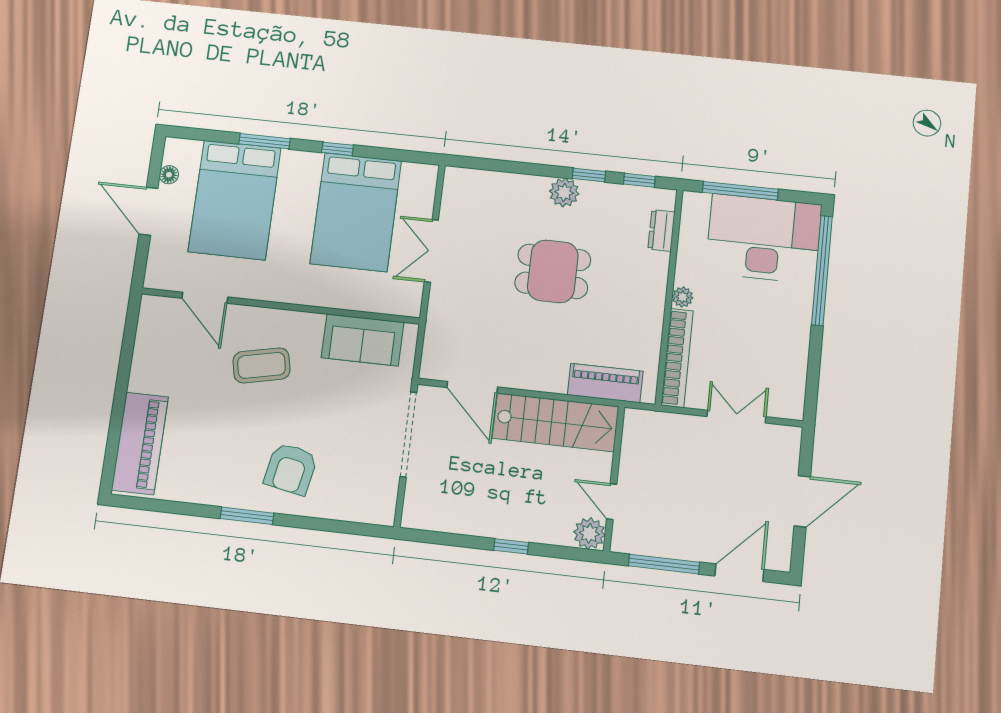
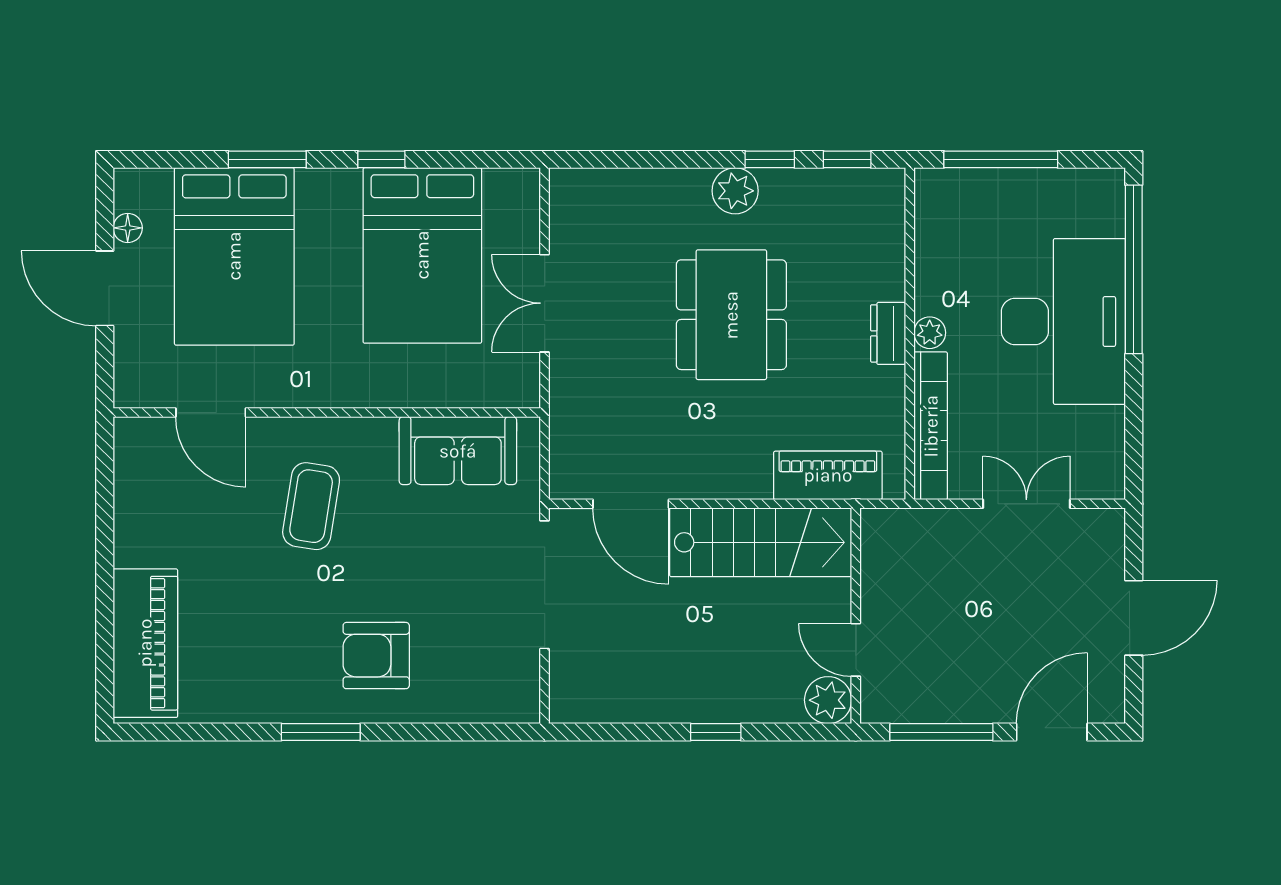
dresser: (661, 230) -> (888, 333), moved
desk: (764, 239) -> (1063, 321), moved, turned 90
dining table: (553, 271) -> (731, 315), width x1.38
coffee table: (261, 365) -> (311, 506), turned -69
armchair: (291, 469) -> (376, 656), turned 79

